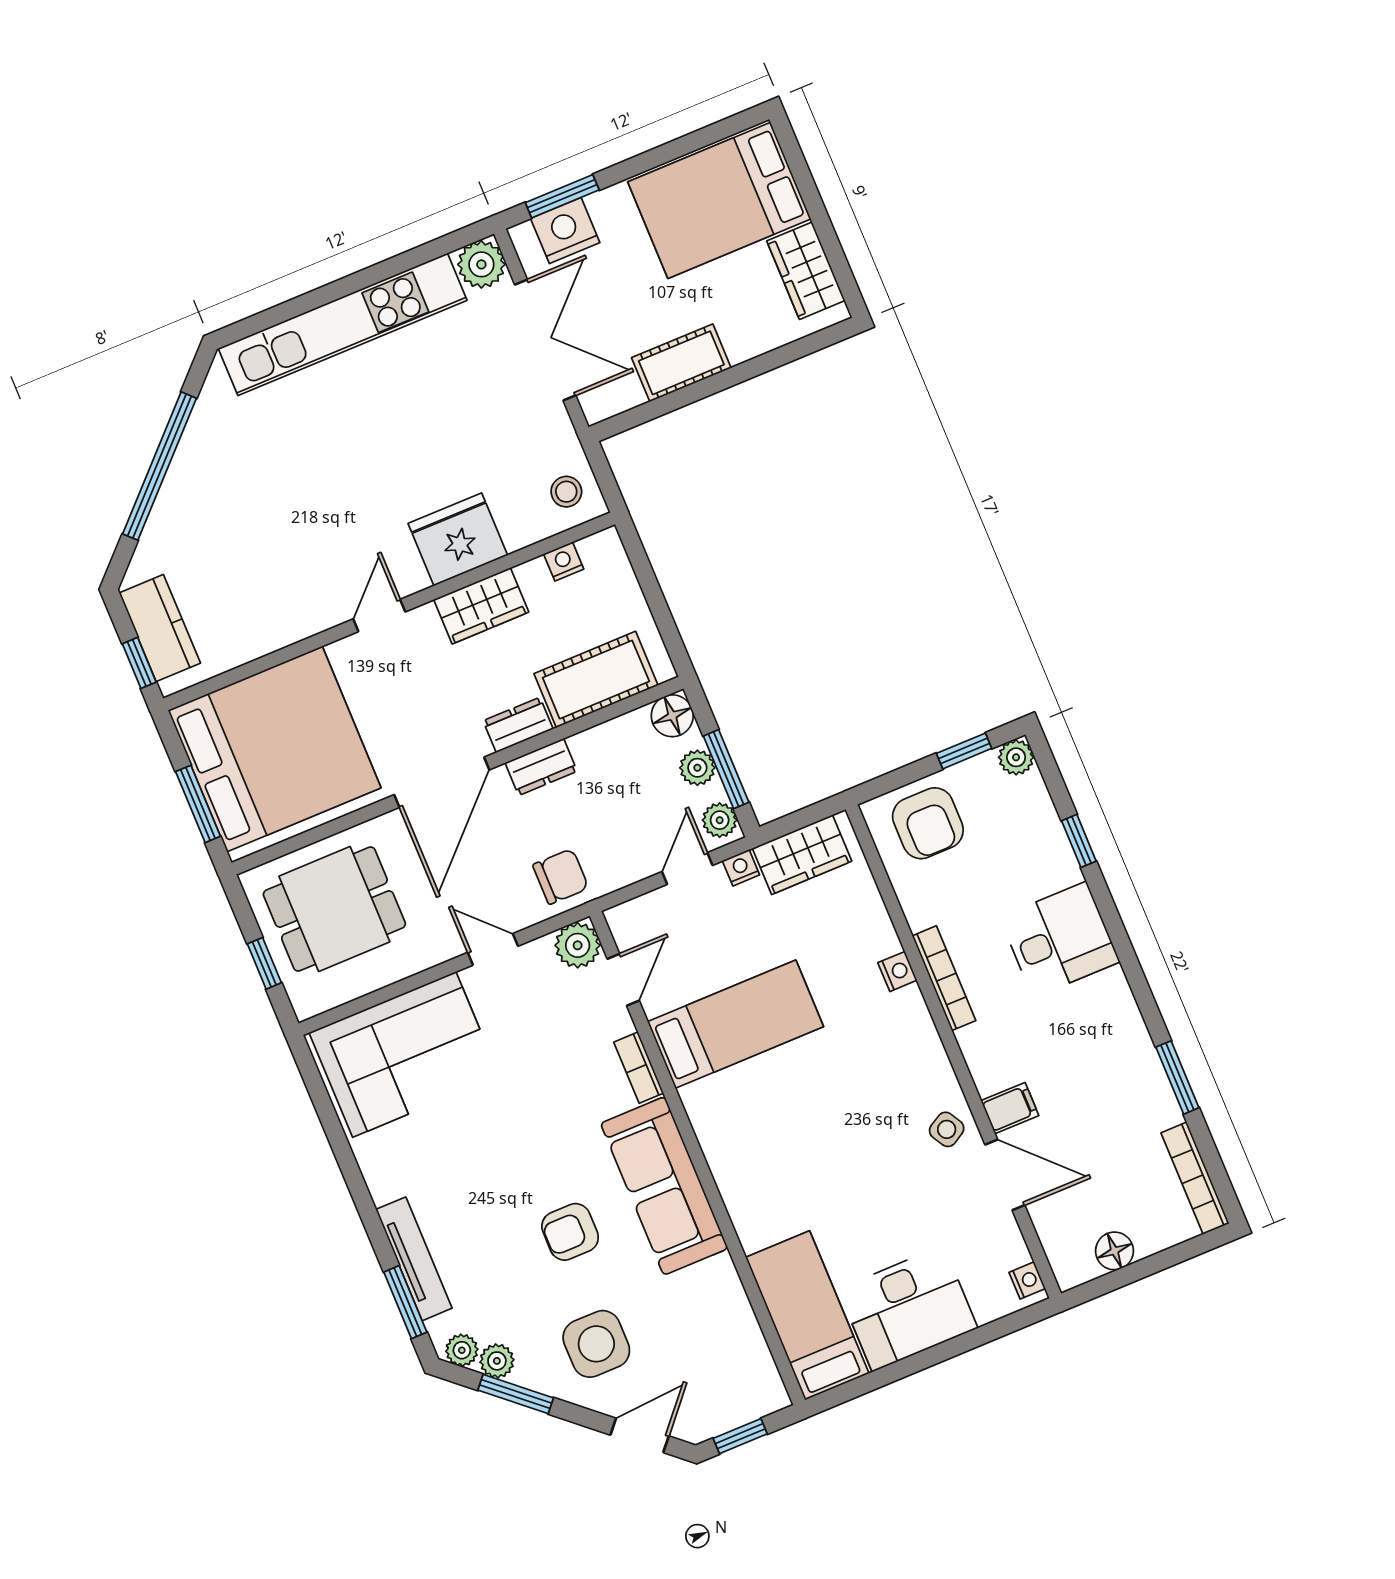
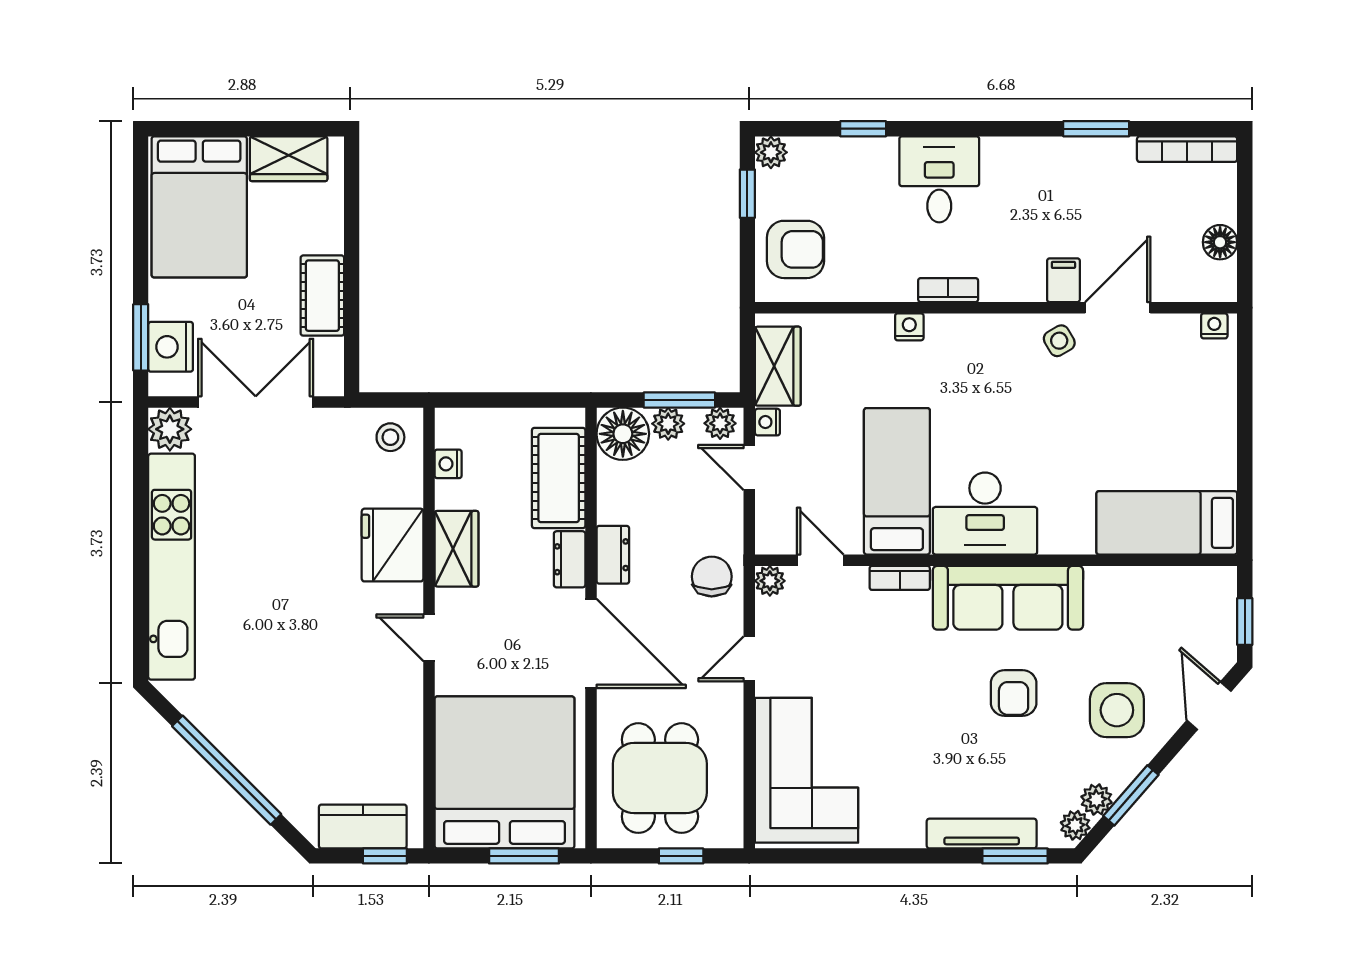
floor lamp: (672, 716) -> (623, 434), width x1.38, depth x1.38
plant: (578, 945) -> (770, 581), width x0.73, depth x0.73
bookcase: (944, 978) -> (948, 290), width x0.64
desk: (908, 1309) -> (985, 514), moved, turned 90

